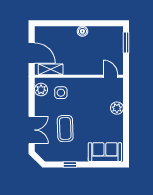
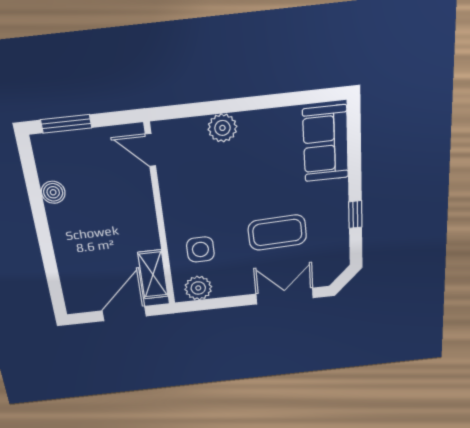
boiler: (82, 31) -> (53, 192), moved
door: (111, 76) -> (150, 150), hinge flipped

